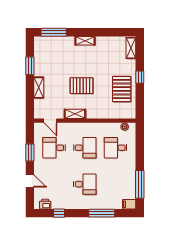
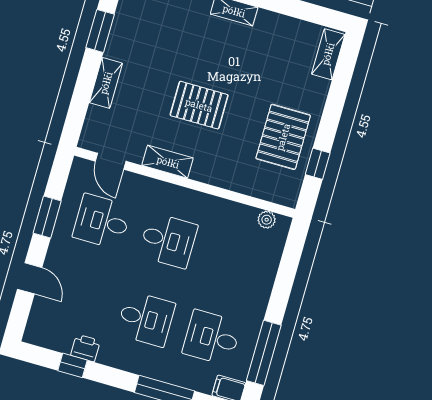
window: (140, 77) -> (318, 164), moved
desk: (116, 148) -> (212, 338), moved
printer: (45, 204) -> (85, 348), moved

